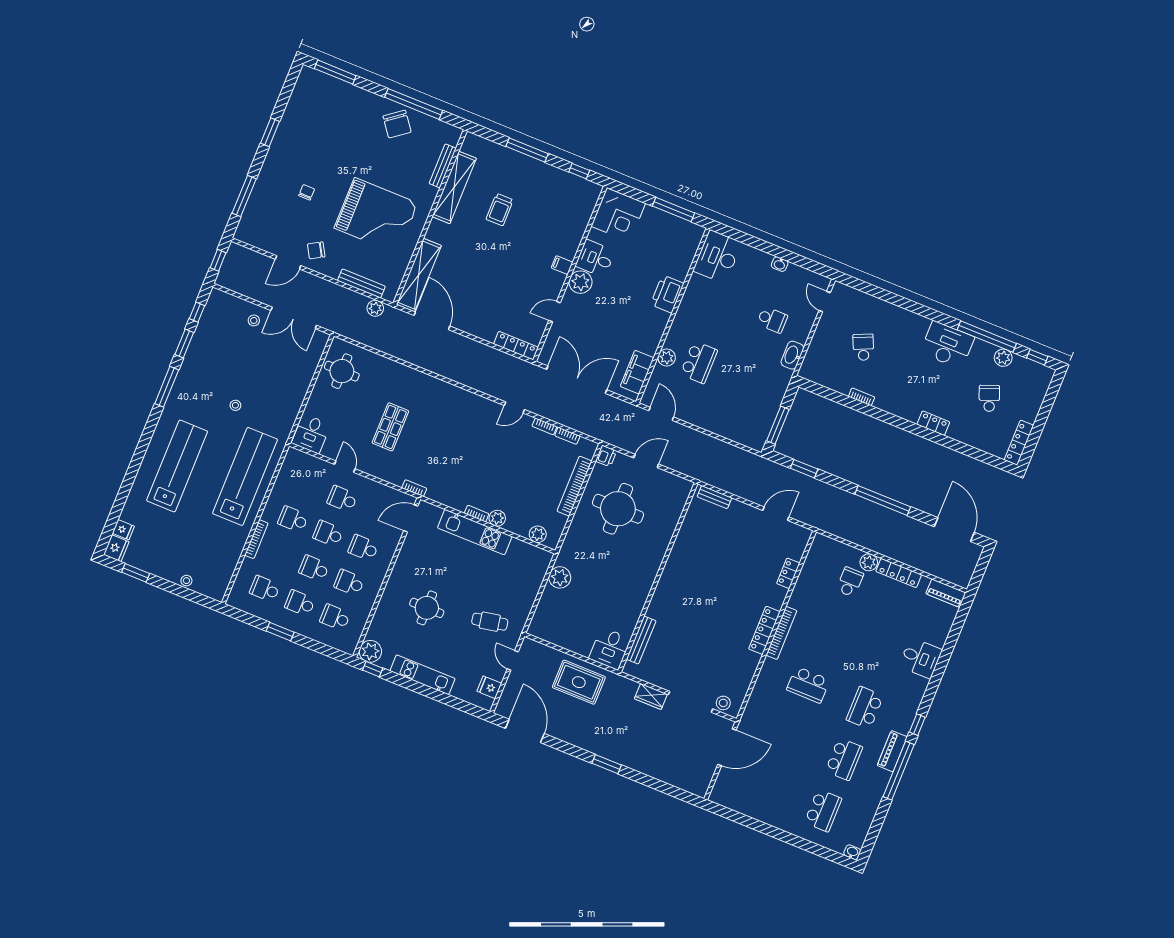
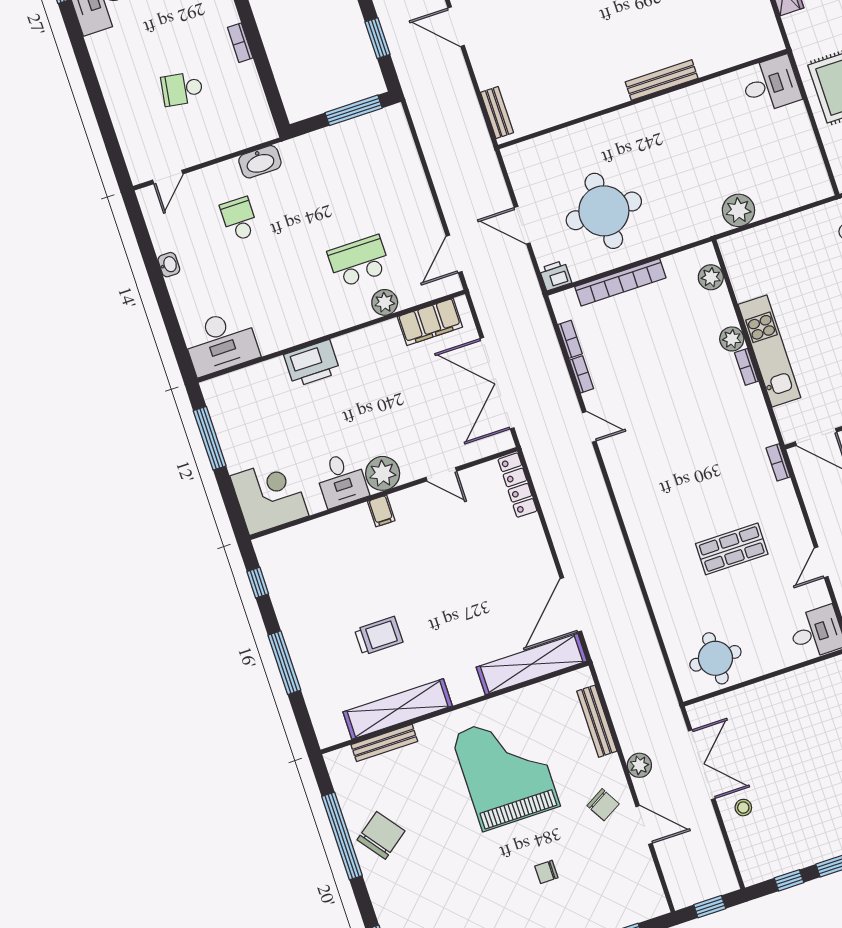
plant: (375, 308) -> (639, 765), moved
school desk: (863, 347) -> (182, 89), turned 33
bench: (641, 640) -> (662, 80), moved

